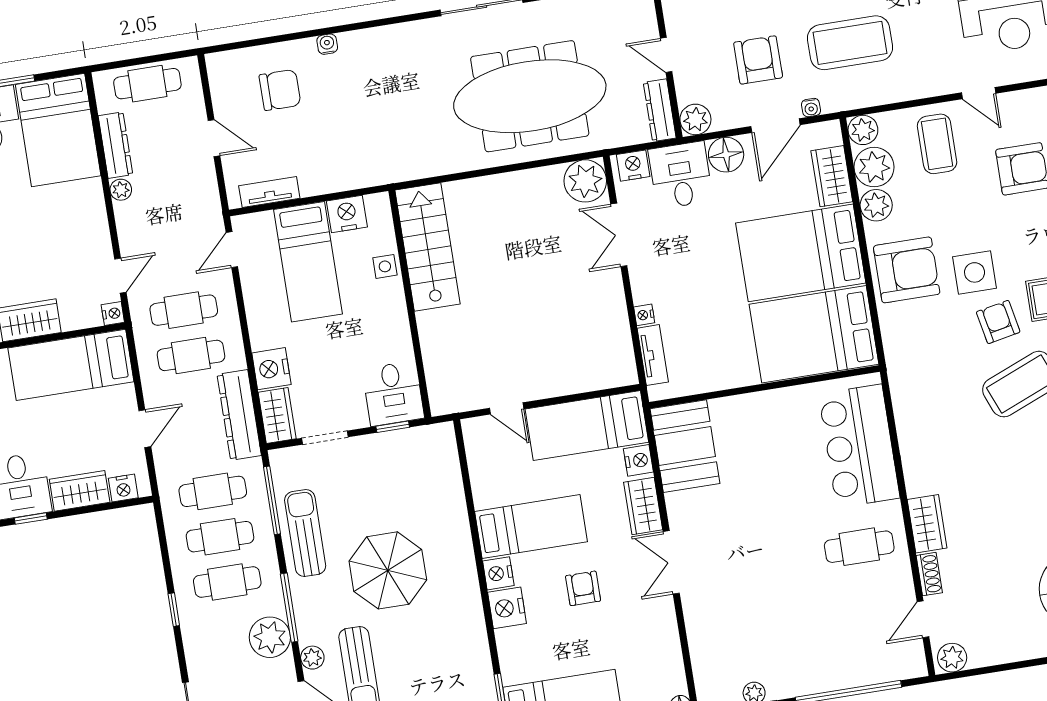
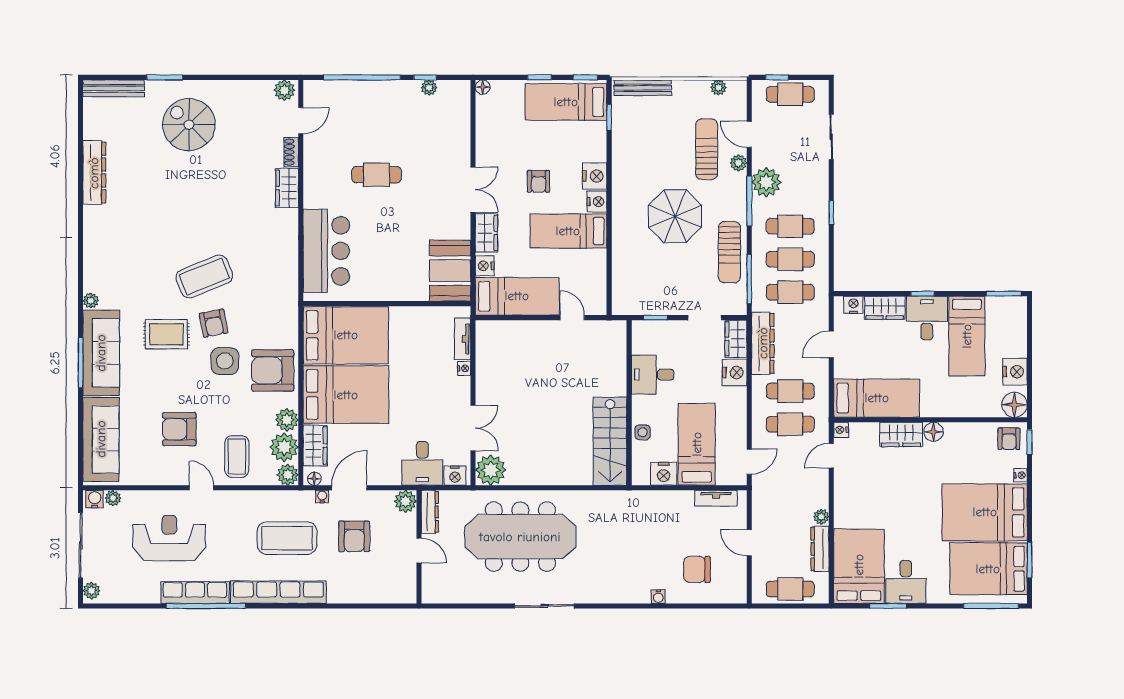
floor lamp: (726, 155) -> (314, 479), moved, width x0.53, depth x0.53
desk: (393, 393) -> (653, 375), moved, turned -90
cafe table: (859, 547) -> (376, 175), moved

